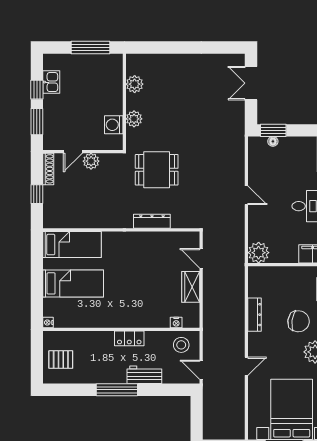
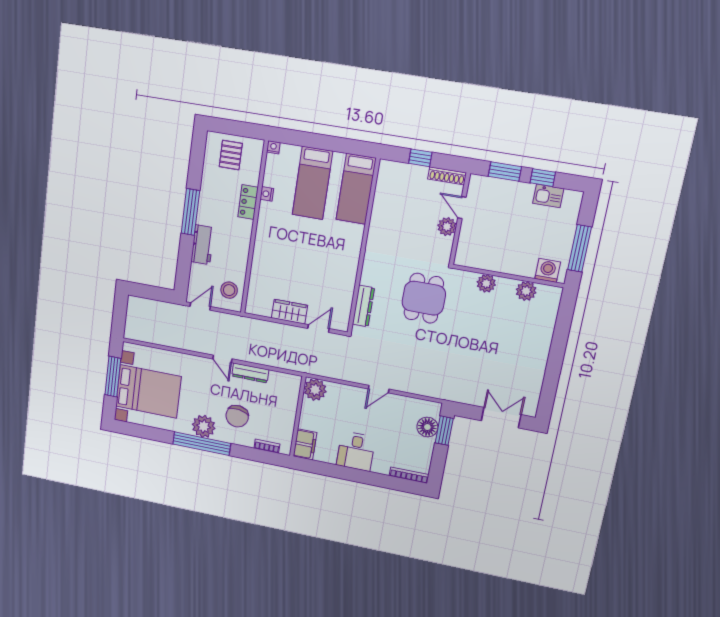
washing machine: (114, 125) -> (548, 270), moved
floor lamp: (273, 141) -> (427, 427), width x1.89, depth x1.89
dresser: (152, 221) -> (363, 306), moved
nightstand: (176, 323) -> (267, 194), moved
locker: (129, 338) -> (248, 202), moved
door: (246, 366) -> (222, 359), moved

